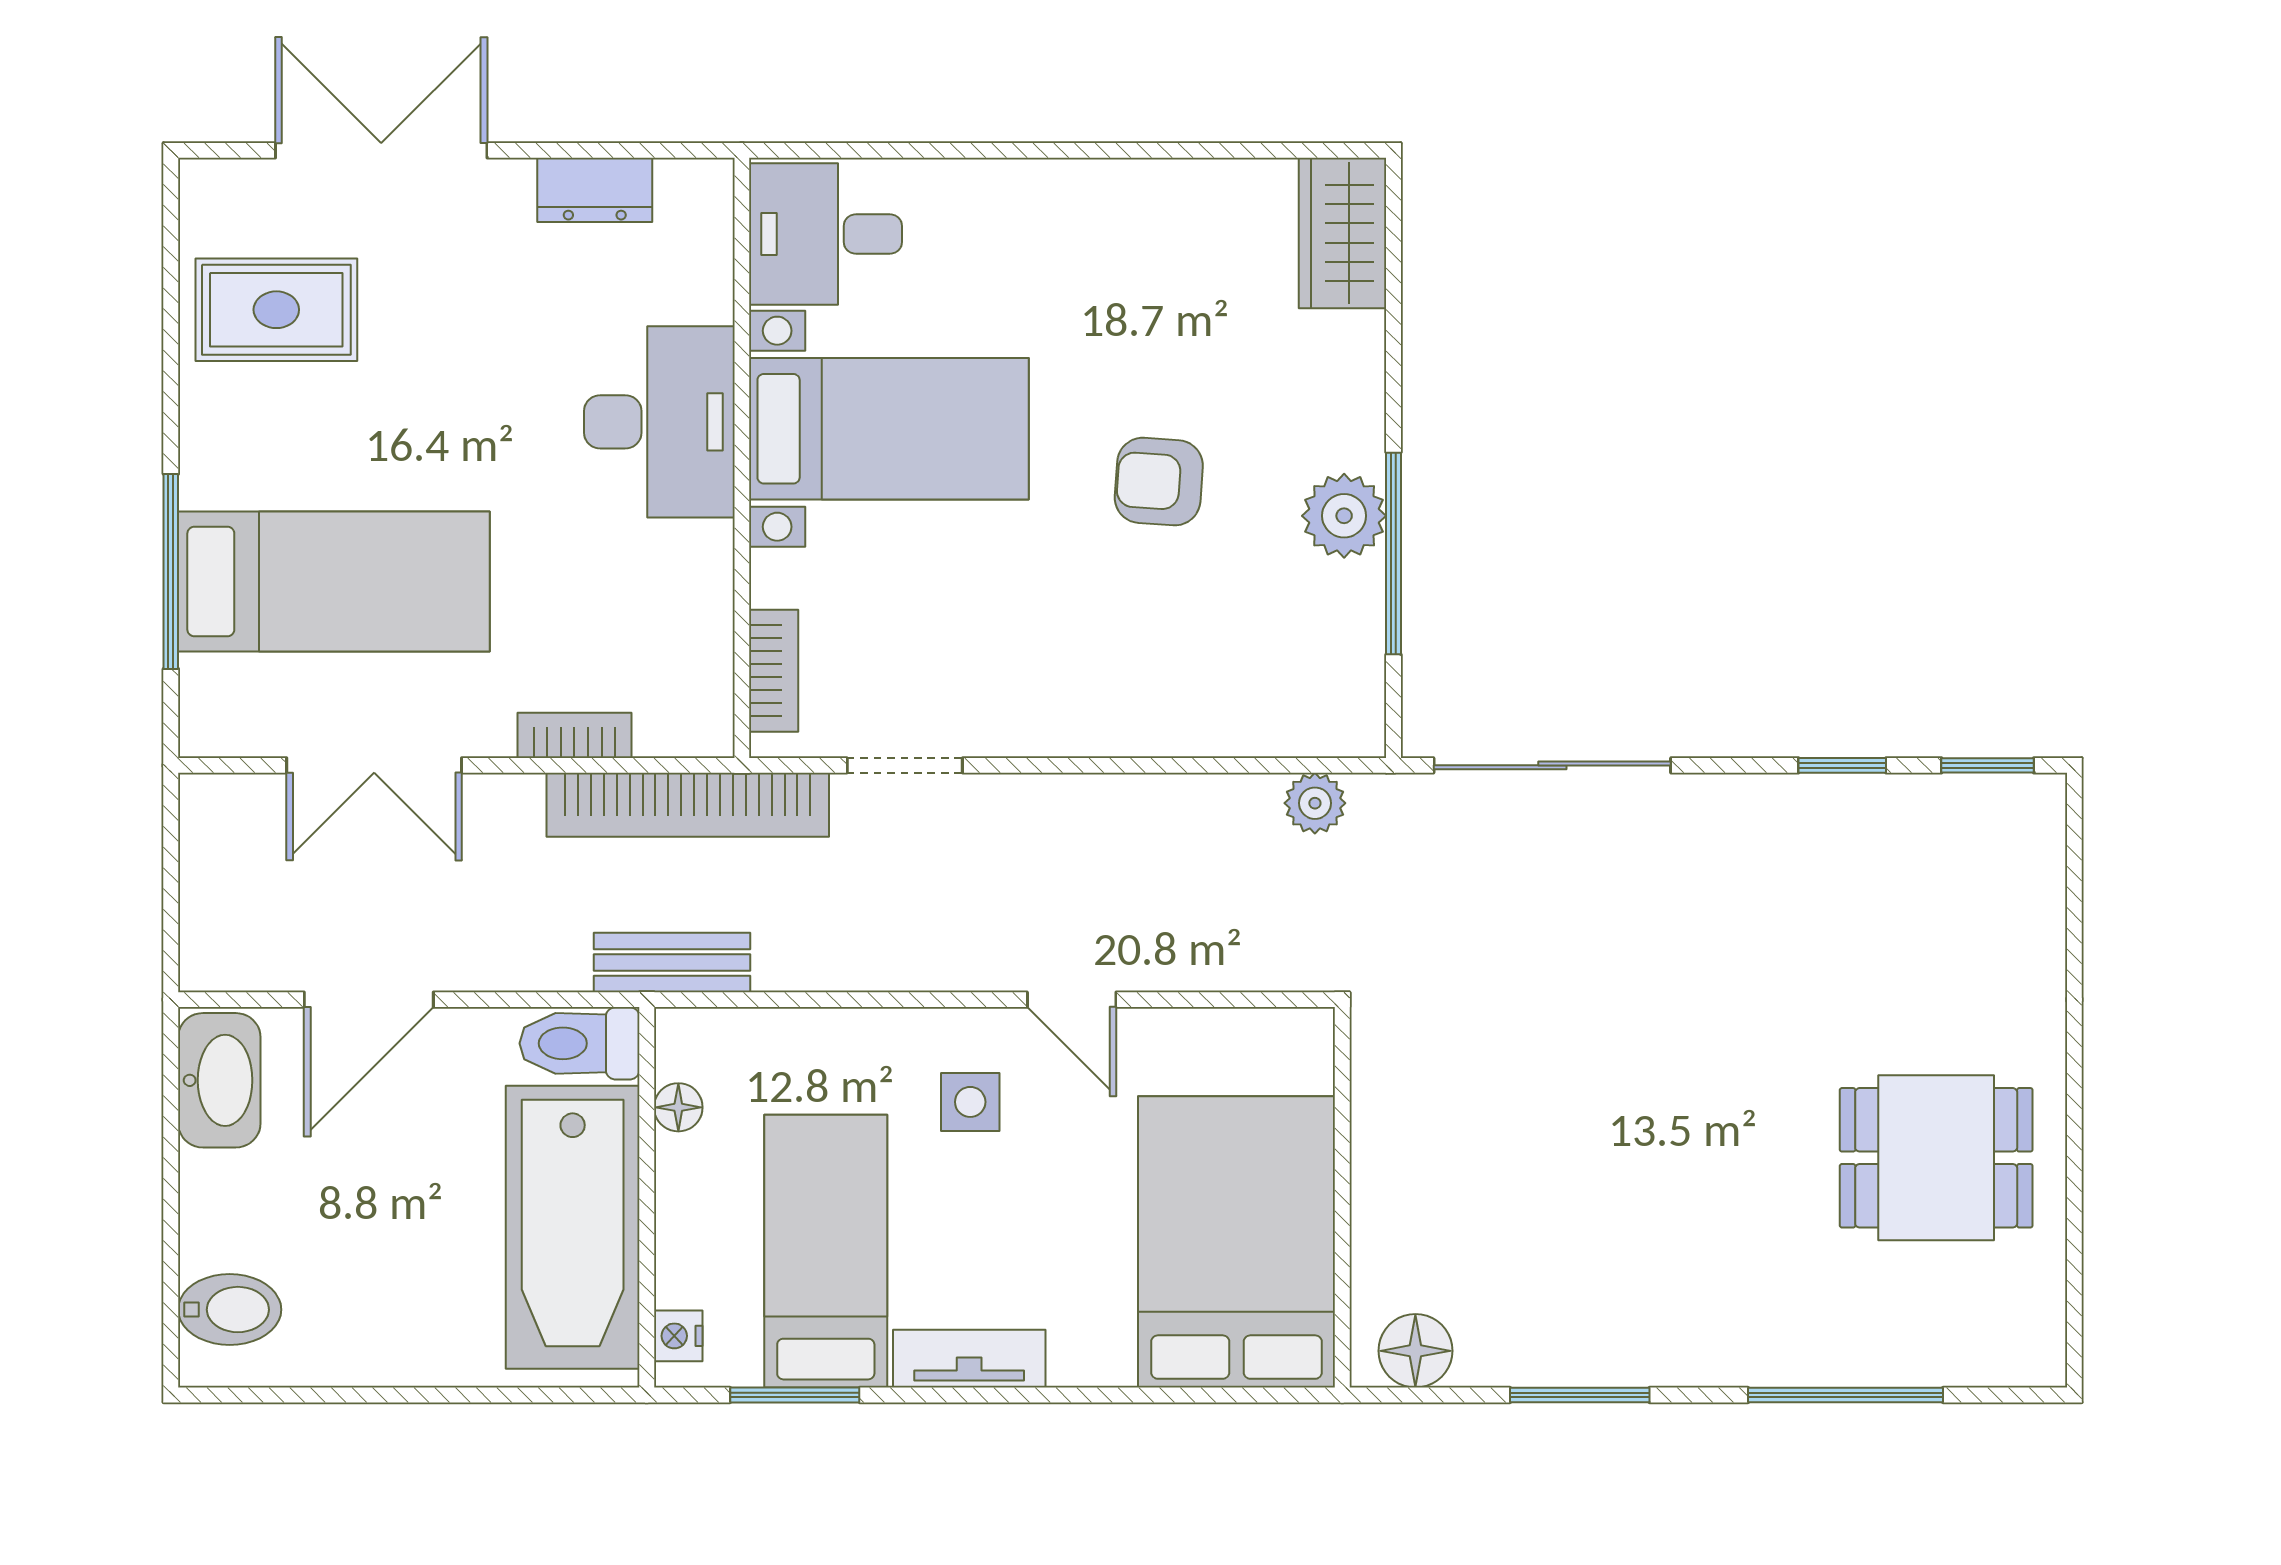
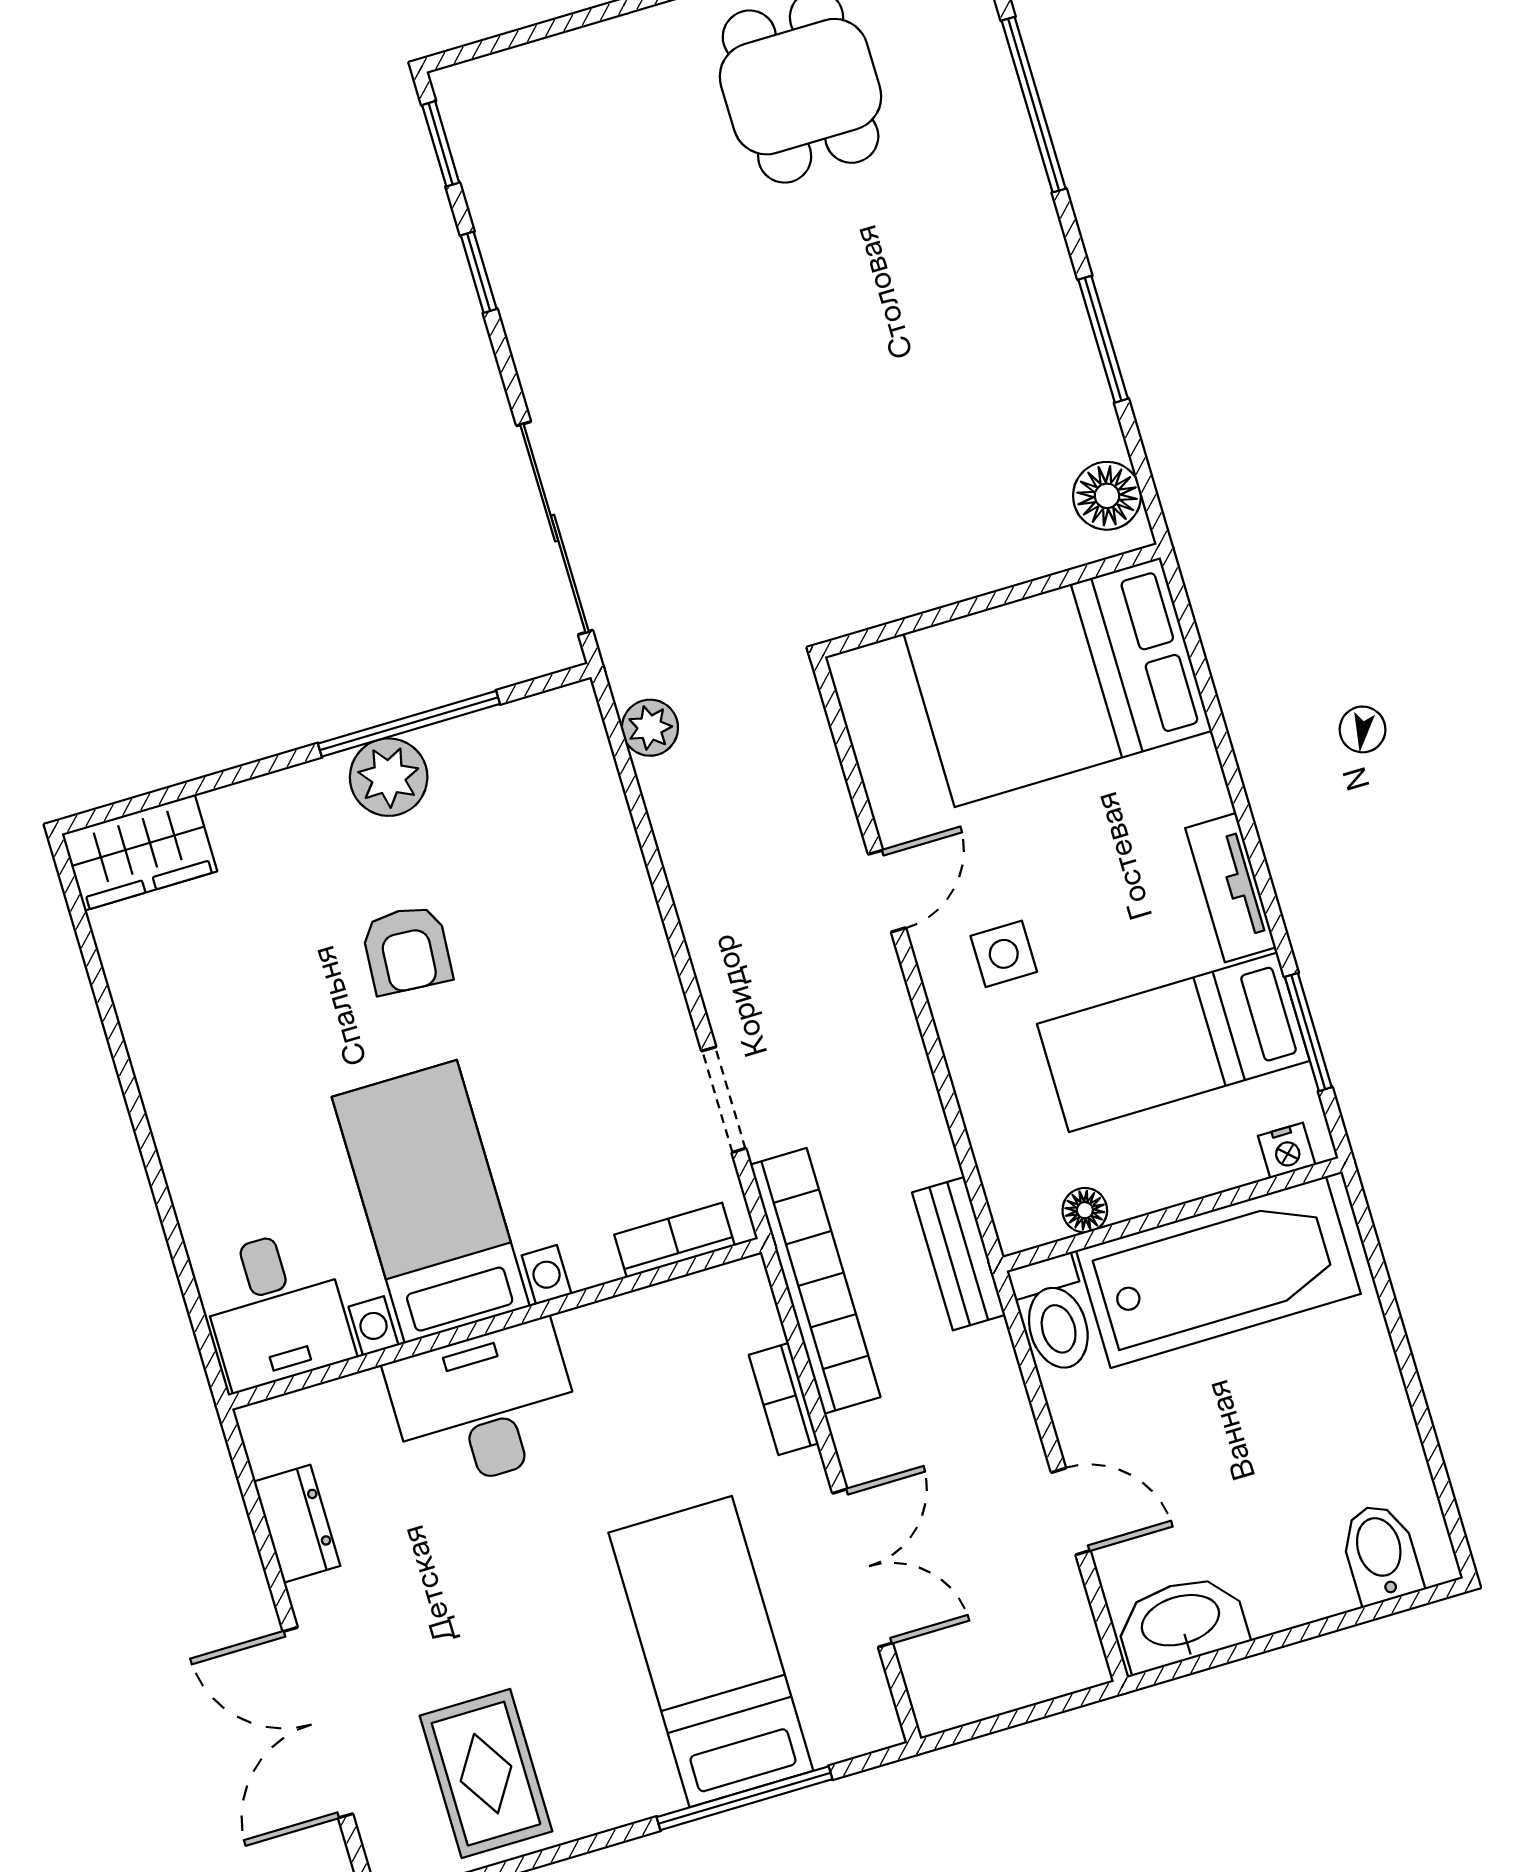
door: (369, 1000) -> (1071, 1512), width x0.73

